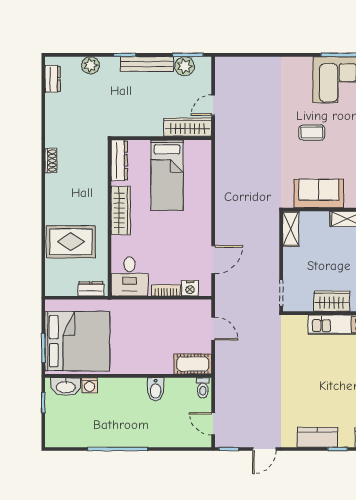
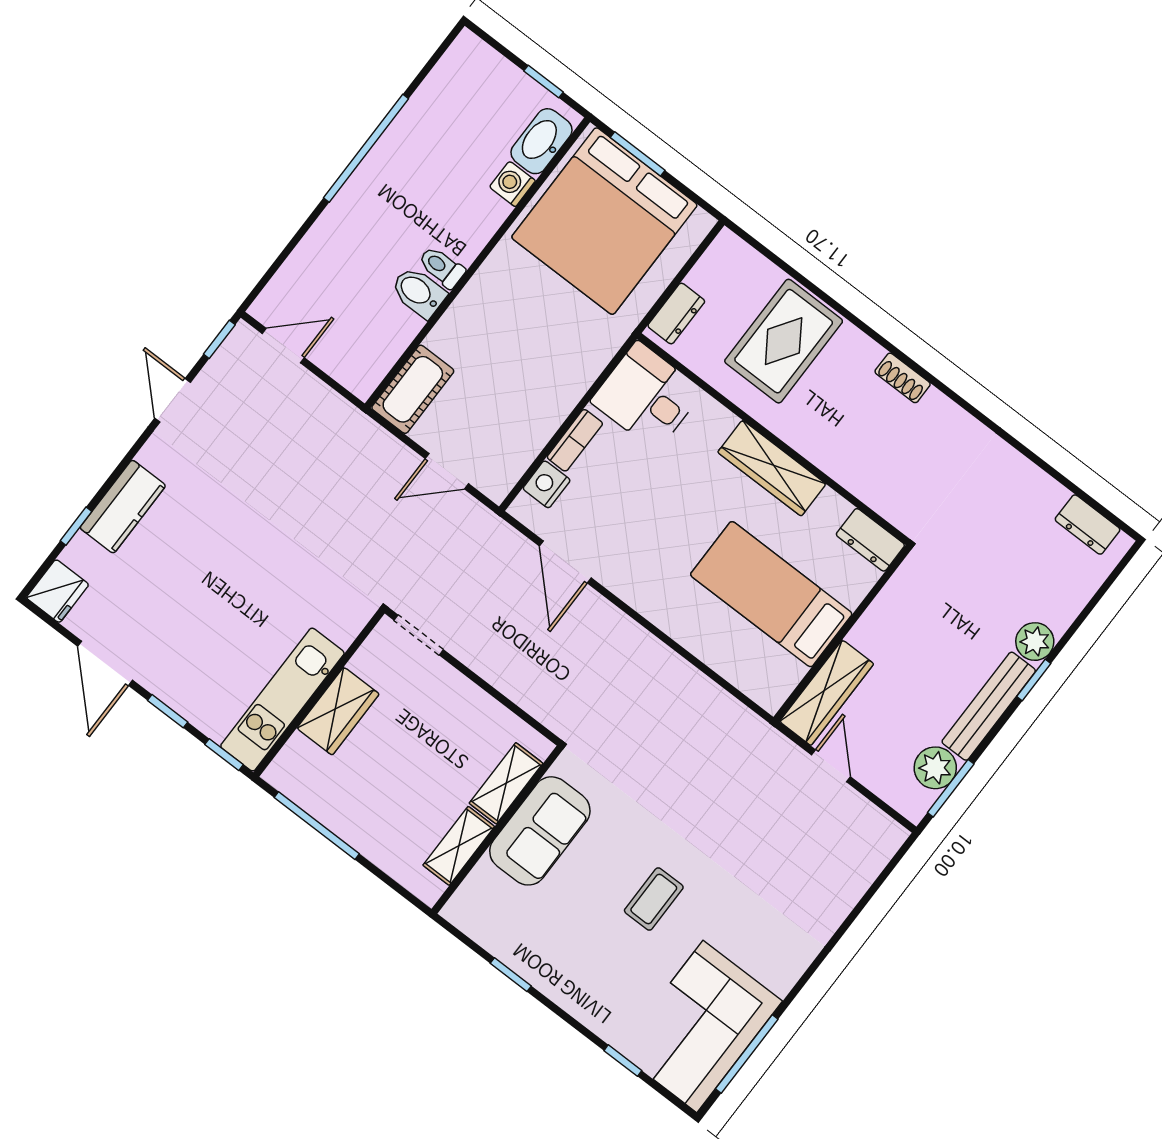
plant: (90, 65) -> (1035, 642), moved
dresser: (119, 160) -> (870, 540), width x0.70
shoe rack: (51, 161) -> (903, 378), moved
shelving: (291, 229) -> (506, 783), moved, turned 90
toilet: (203, 388) -> (442, 267), moved

